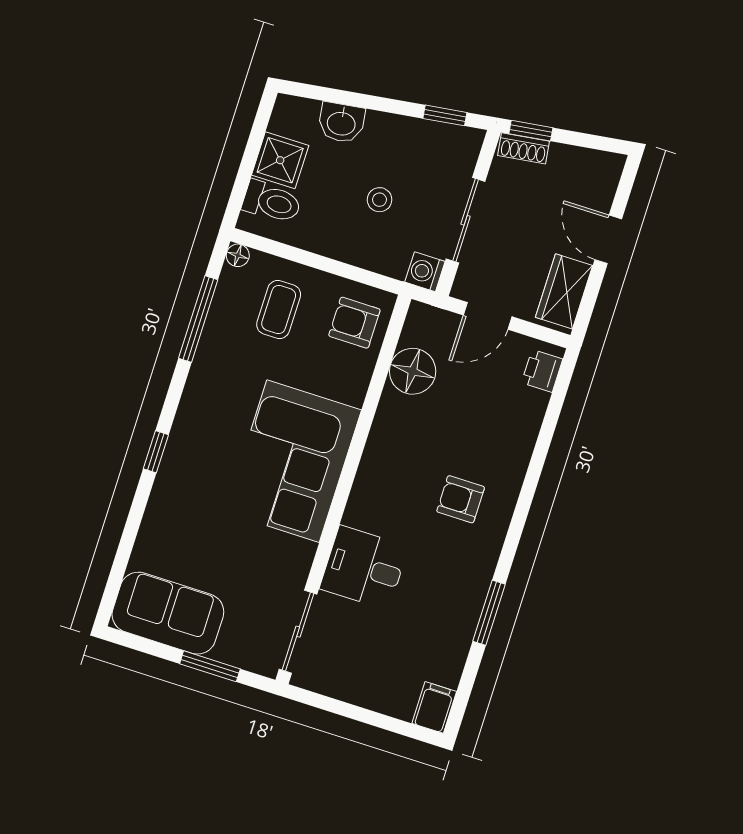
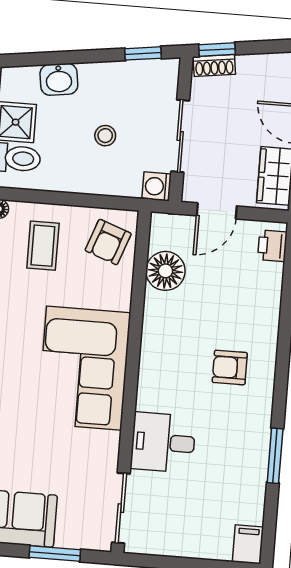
armchair: (354, 323) -> (108, 242), turned -70

